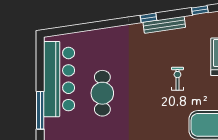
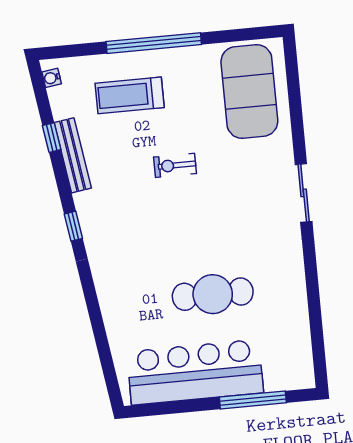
bench: (164, 25) -> (73, 155), moved

